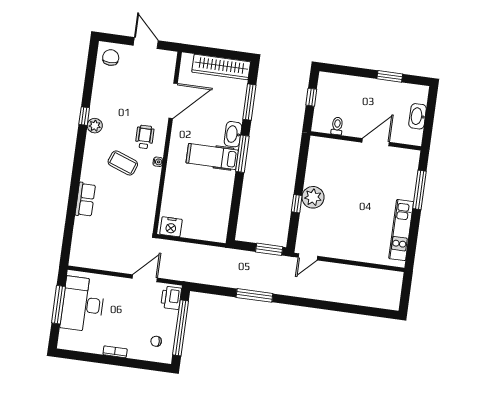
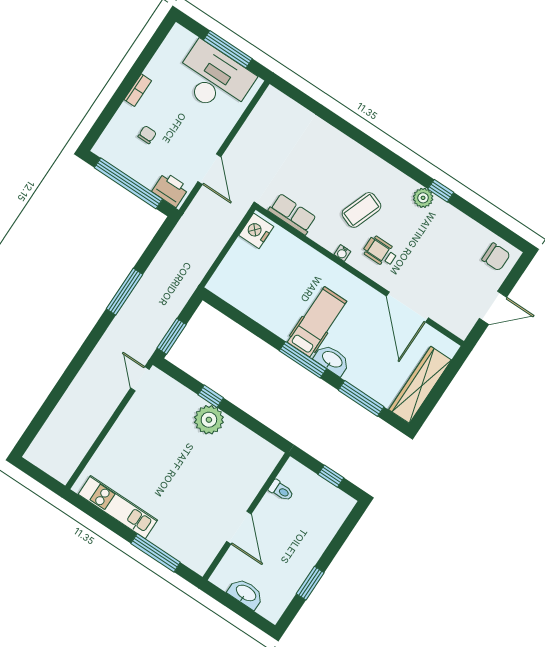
wheelchair: (145, 137) -> (380, 252), turned 180
row of seats: (85, 200) -> (292, 214), moved, turned 180
chair: (156, 341) -> (147, 135), moved

